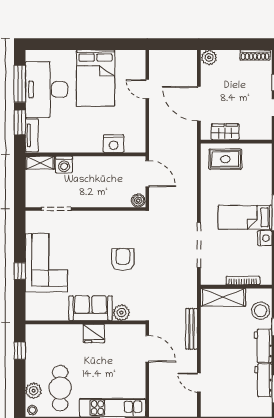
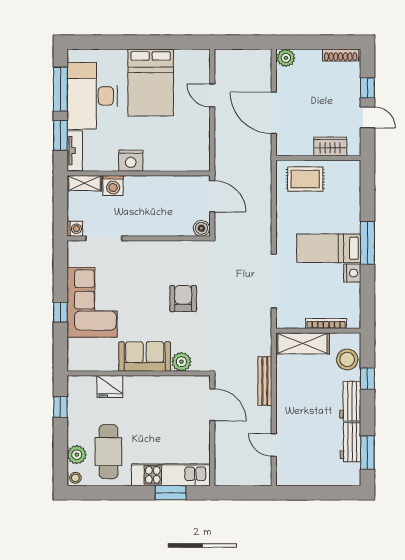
wardrobe: (225, 132) -> (330, 146), moved
nightstand: (114, 144) -> (131, 161), moved
washing machine: (32, 201) -> (75, 229), added
fridge: (94, 333) -> (110, 387), moved

